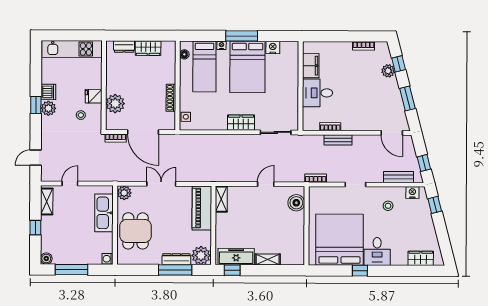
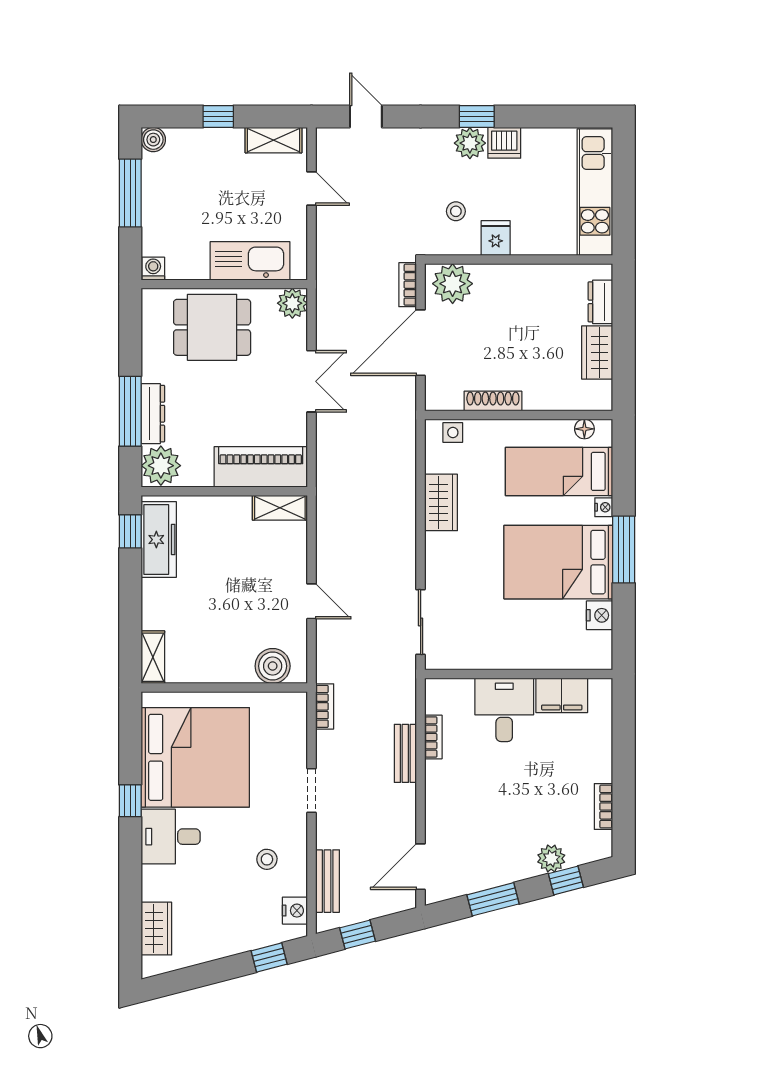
plant: (115, 104) -> (453, 284), moved
wardrobe: (241, 123) -> (441, 502), moved
shelving: (268, 259) -> (153, 657), moved

